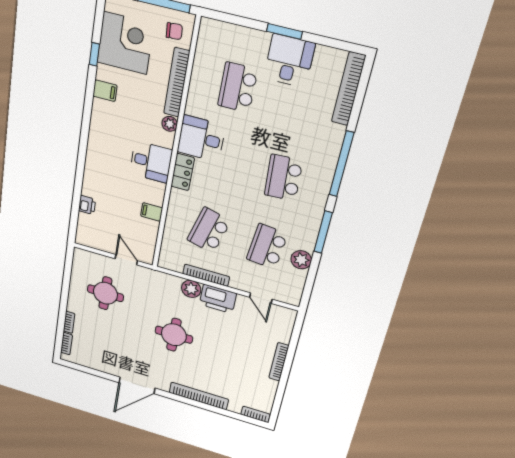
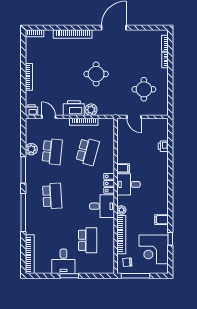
filing cabinet: (152, 212) -> (123, 168), moved
printer: (286, 316) -> (31, 110), added

